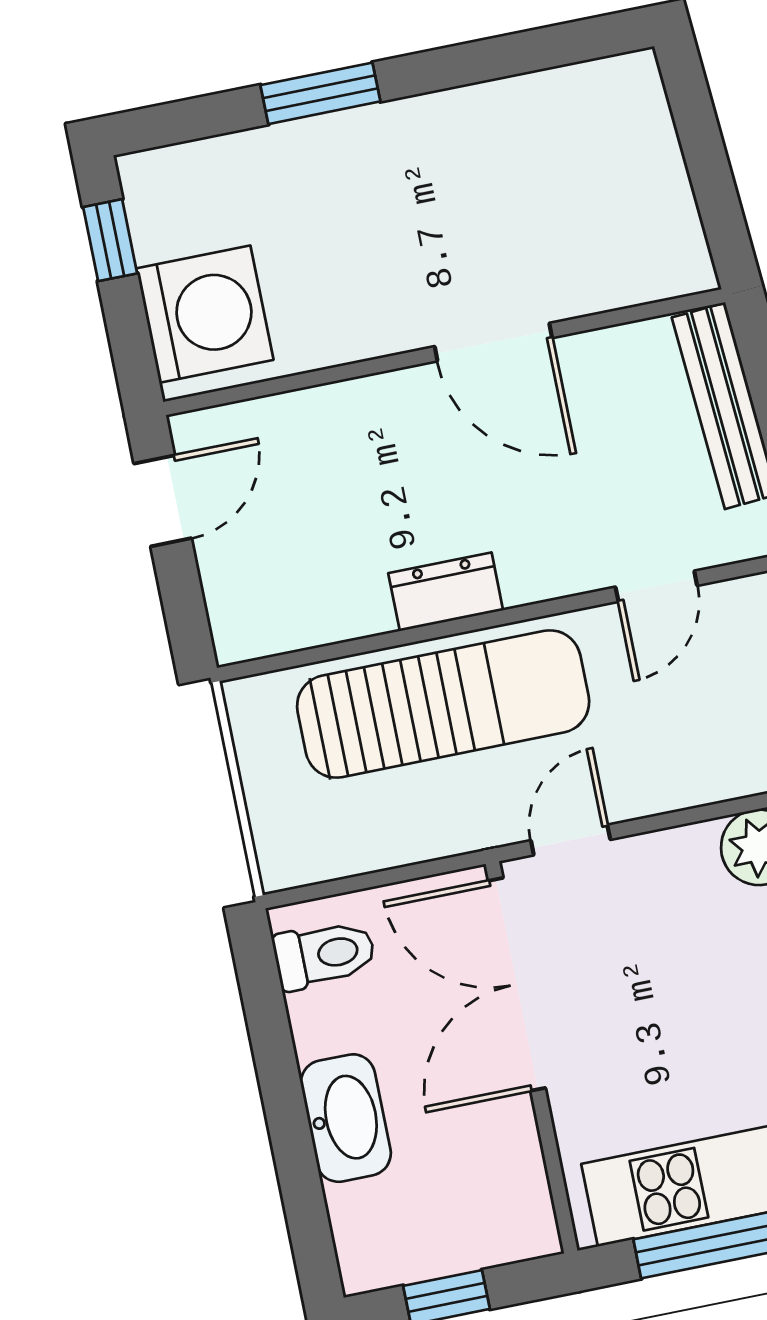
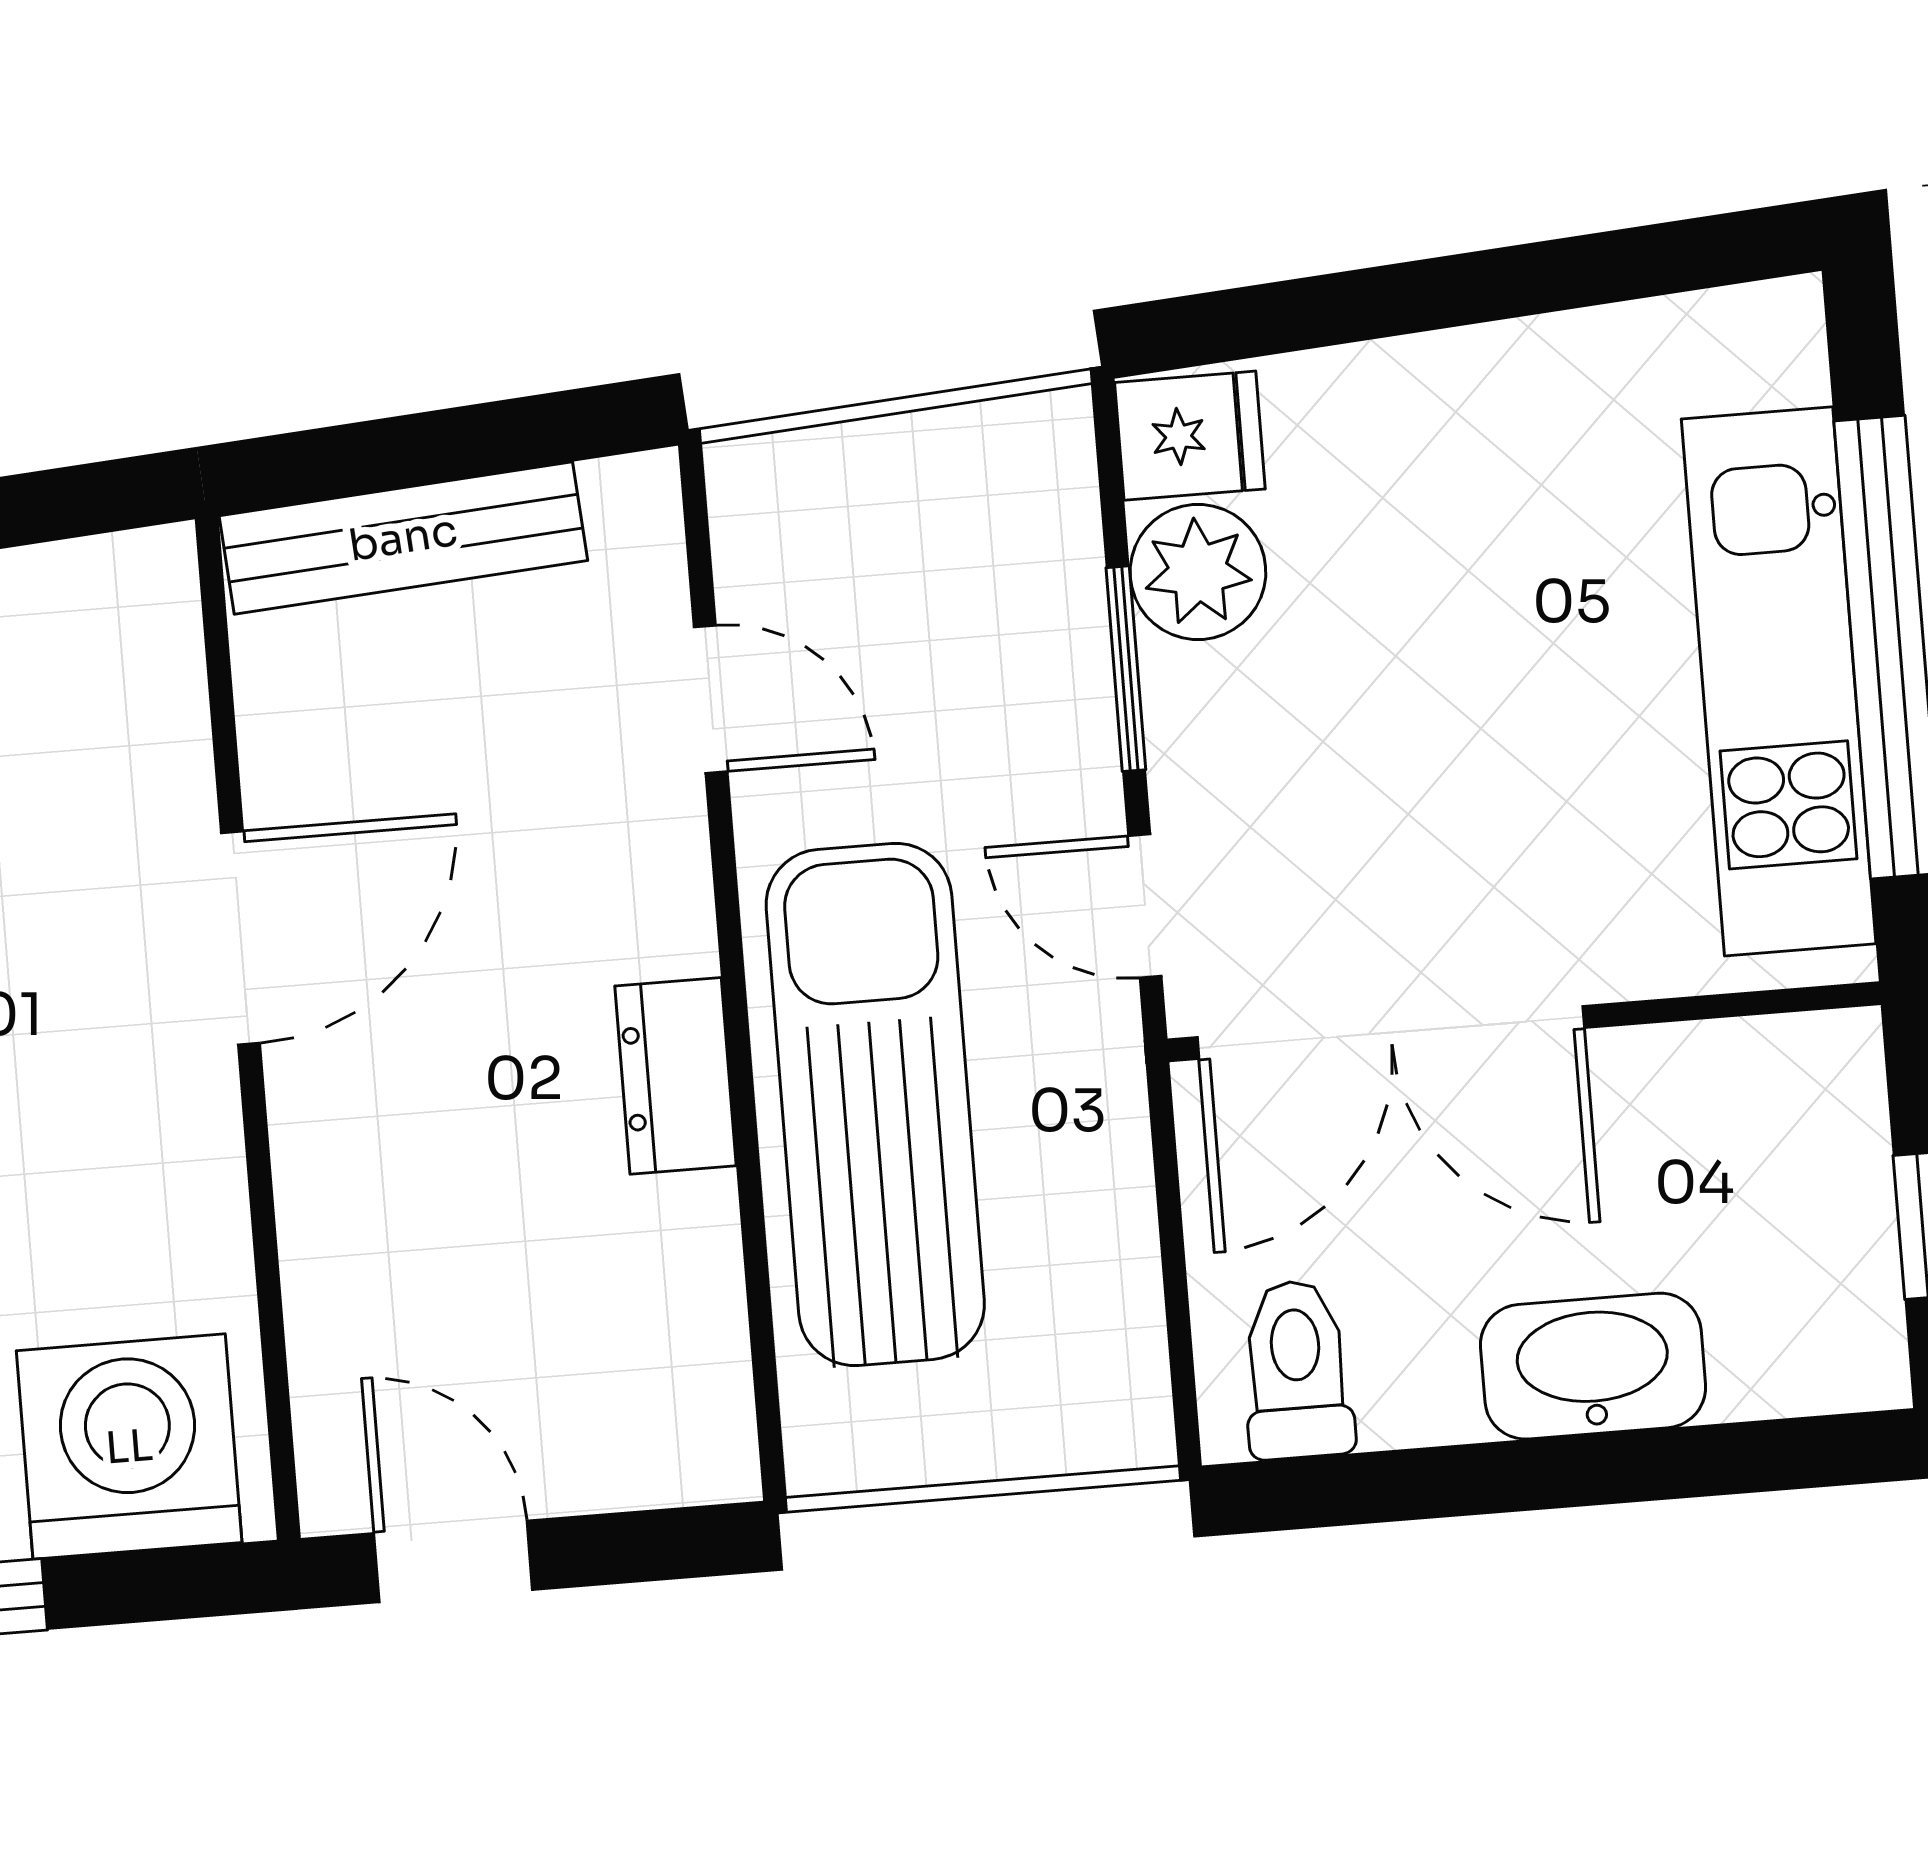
window: (701, 814) -> (1126, 669), added

